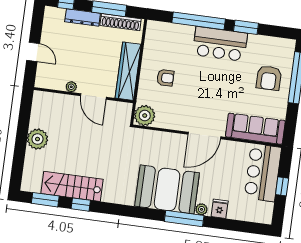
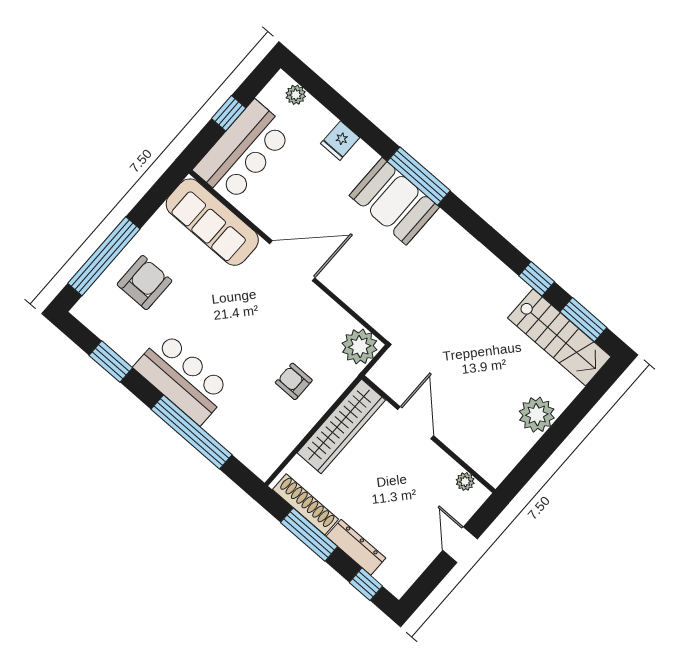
window: (246, 27) -> (111, 362), moved
plant: (71, 87) -> (465, 482), moved
stairs: (72, 186) -> (559, 337), moved
booth: (167, 189) -> (394, 201), width x0.73, depth x0.70
plant: (202, 209) -> (296, 95), moved
window: (184, 218) -> (419, 176), moved

